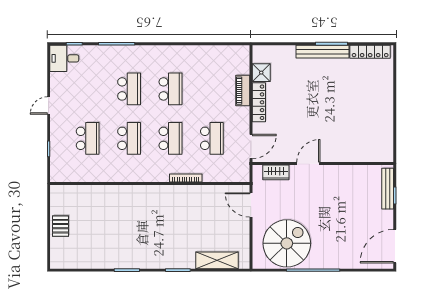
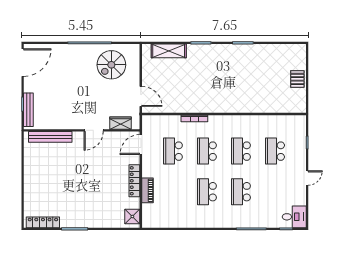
bench: (323, 52) -> (50, 137), moved
shower: (261, 73) -> (132, 216), moved
spiral stairs: (287, 243) -> (111, 65), width x0.73, depth x0.73

